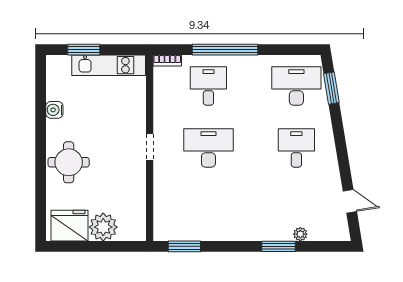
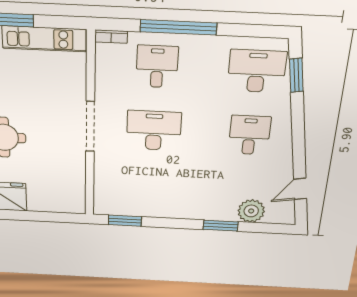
doorway: (150, 147) -> (90, 127), width x1.88
door: (350, 201) -> (300, 189), swing flipped
plant: (103, 227) -> (42, 199), removed
plant: (300, 234) -> (251, 211), width x1.87, depth x1.87

